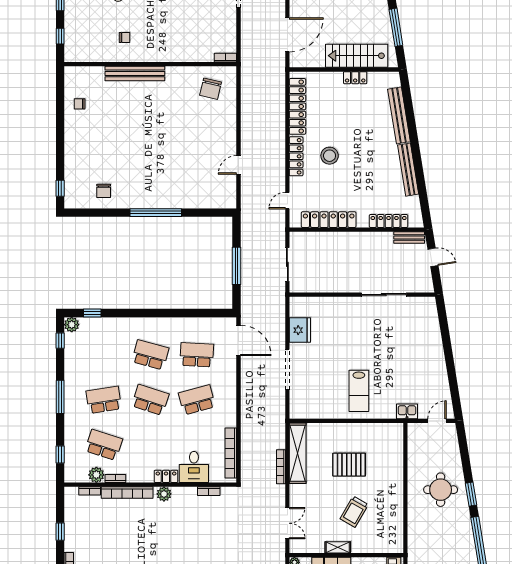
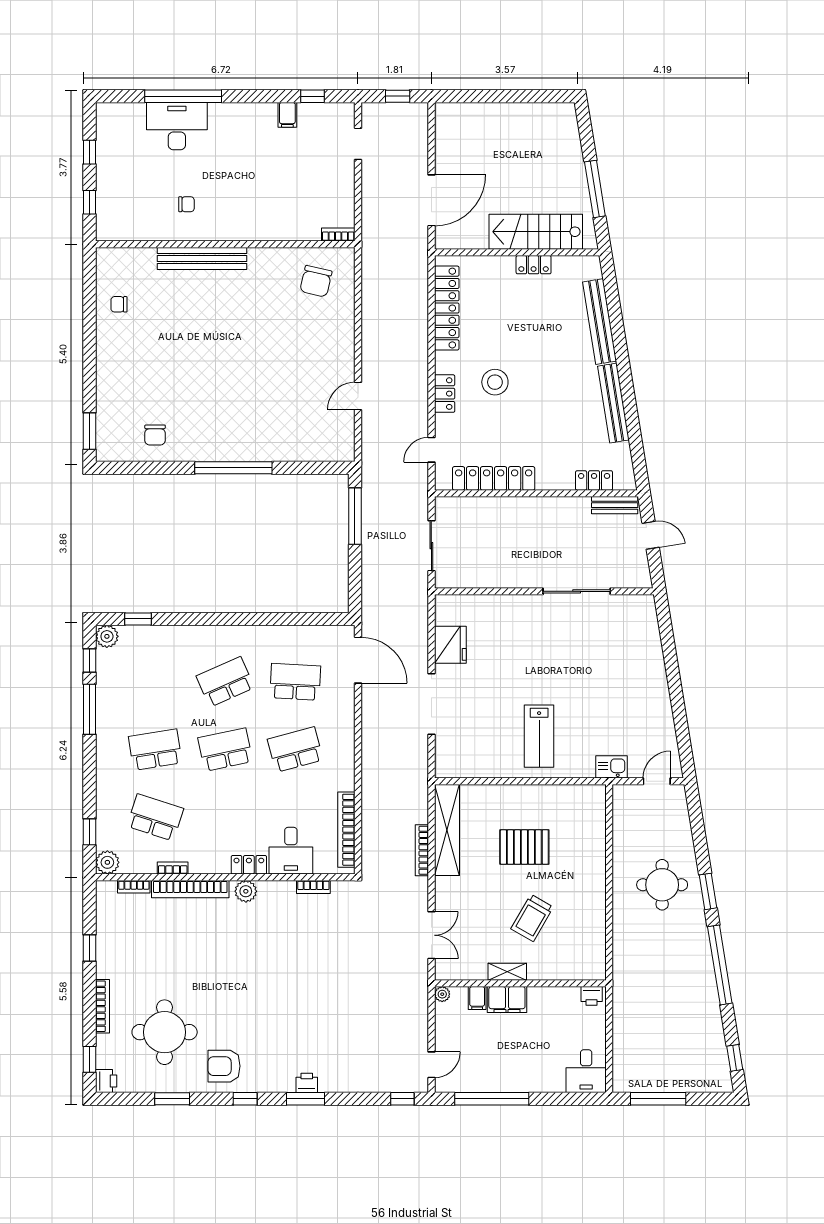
locker: (296, 156) -> (445, 394), width x0.66
window: (60, 188) -> (89, 431), width x1.50
locker: (389, 221) -> (594, 480), width x0.66
window: (236, 266) -> (355, 516), moved
school desk: (150, 355) -> (225, 682), turned -39
window: (60, 397) -> (89, 709), moved
school desk: (150, 400) -> (225, 750), turned -30
plant: (96, 475) -> (107, 862), moved

